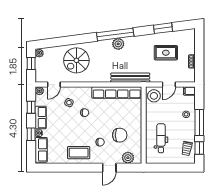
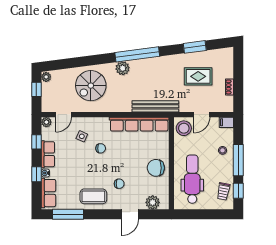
plant: (118, 44) -> (123, 68), moved
chair: (120, 135) -> (156, 168), moved, turned 180
dental chair: (161, 138) -> (192, 179), width x1.36, depth x1.38
window: (58, 168) -> (68, 214), added

